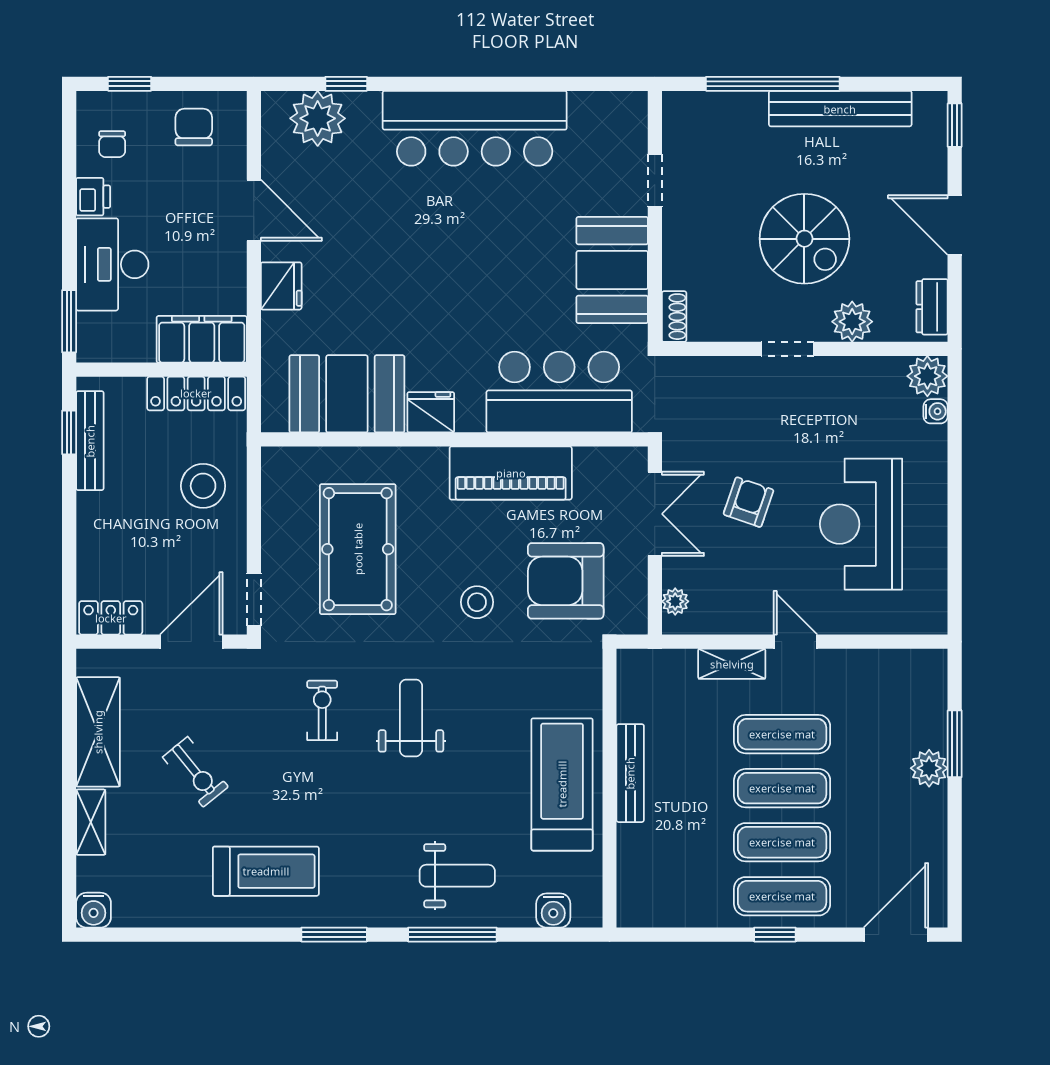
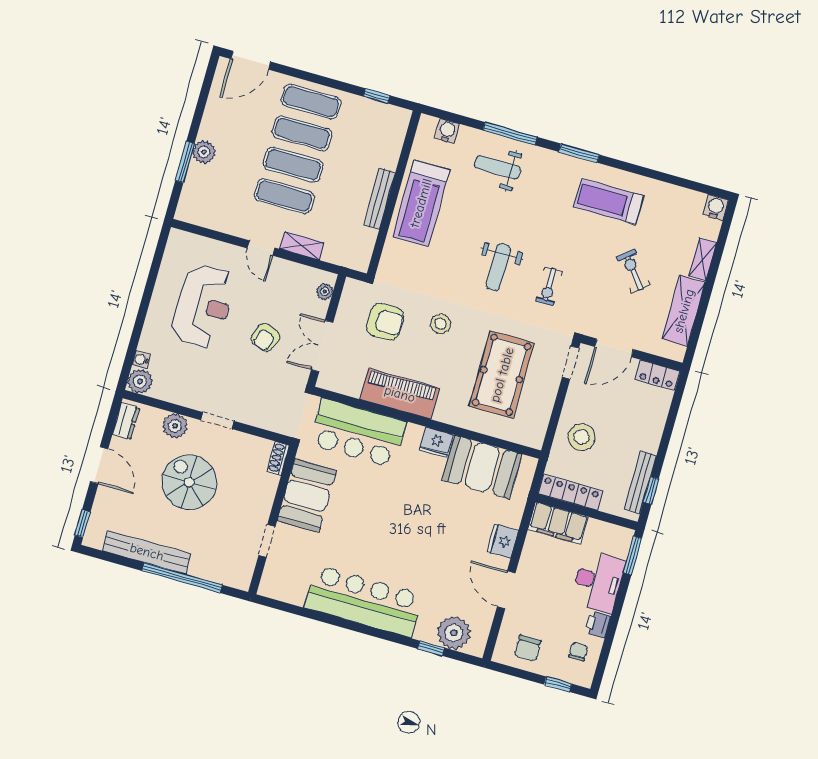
armchair: (566, 581) -> (385, 322), width x0.73, depth x0.73
window: (775, 935) -> (377, 96), moved

